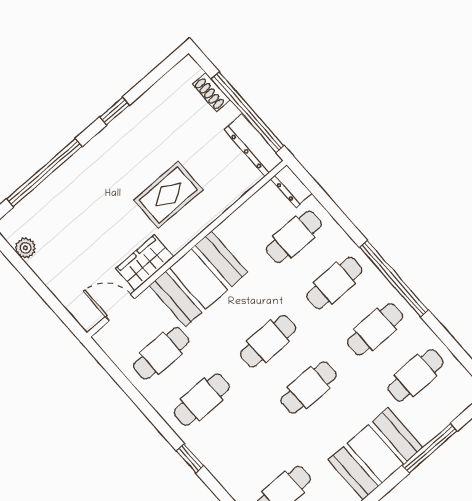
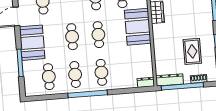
rug: (168, 195) -> (192, 51), moved
cafe table: (294, 237) -> (128, 70), removed

